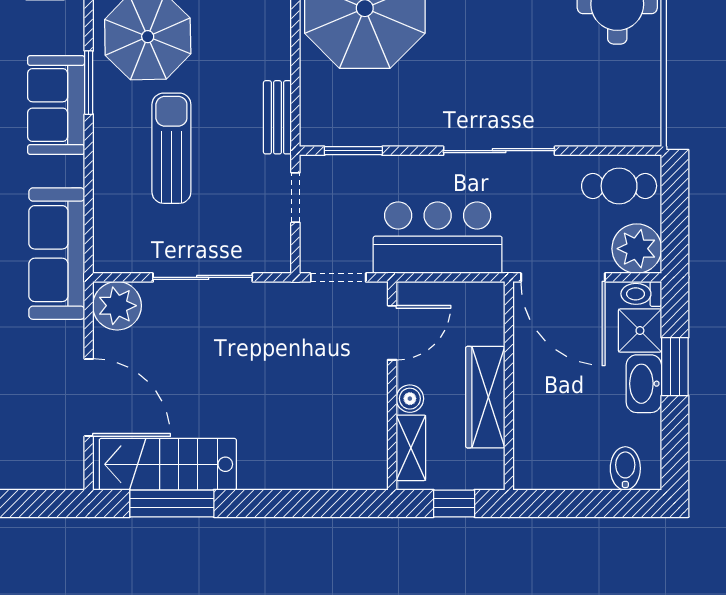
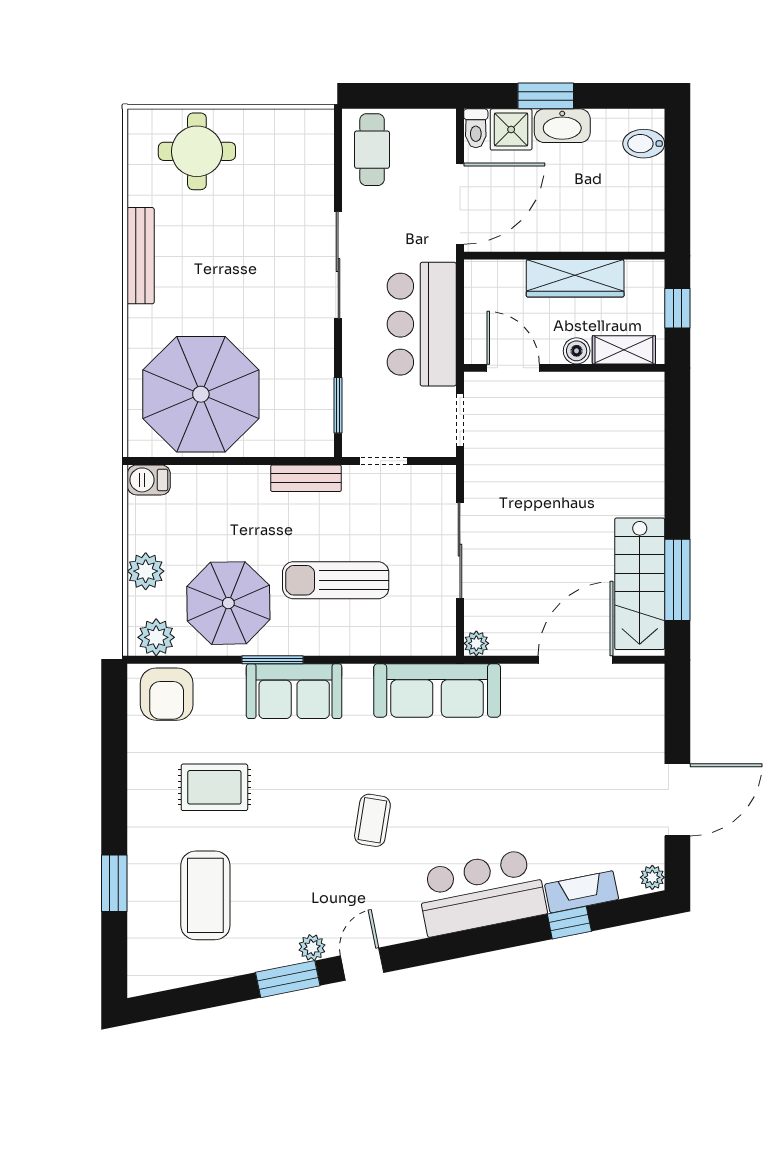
plant: (637, 249) -> (432, 133), removed
plant: (117, 306) -> (476, 643), width x0.53, depth x0.53

